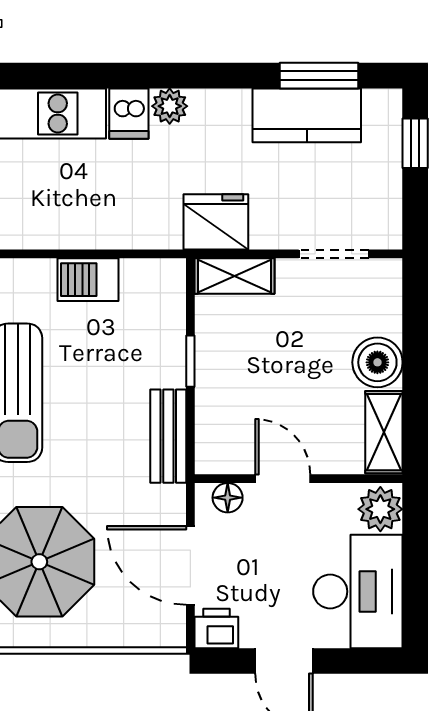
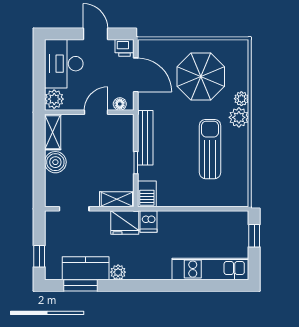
plant: (170, 106) -> (118, 272), moved
dishwasher: (129, 114) -> (148, 221), moved, turned 180
barbecue: (88, 280) -> (147, 194), moved, turned 90
bench: (168, 436) -> (145, 138), width x1.36
door: (283, 479) -> (96, 112), swing flipped

